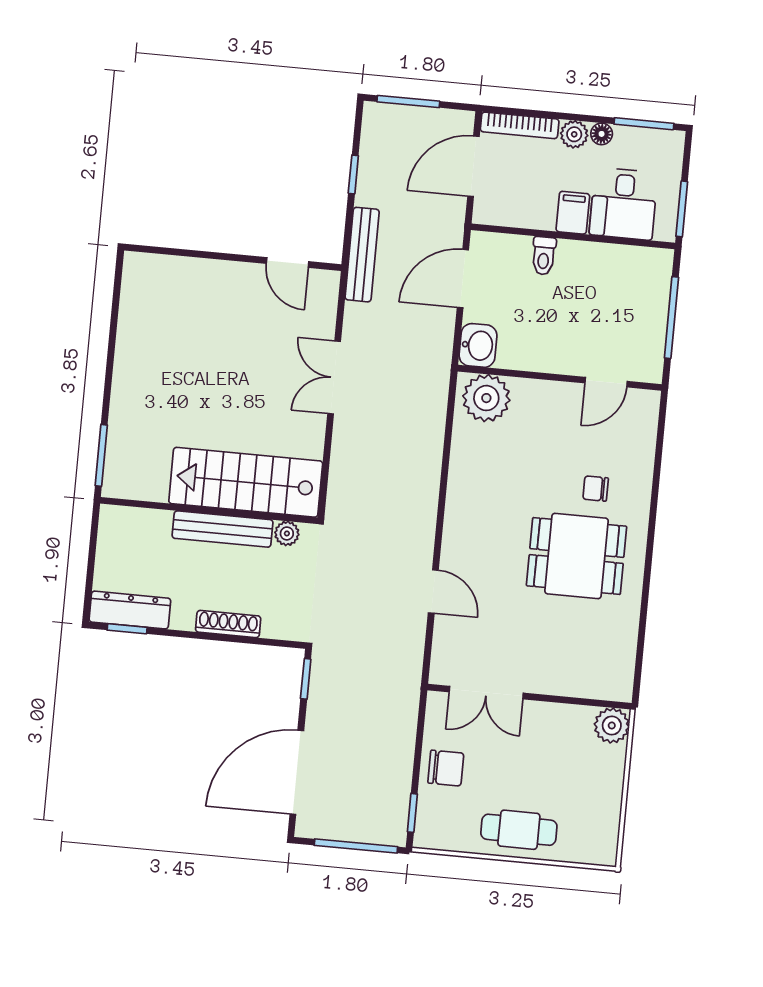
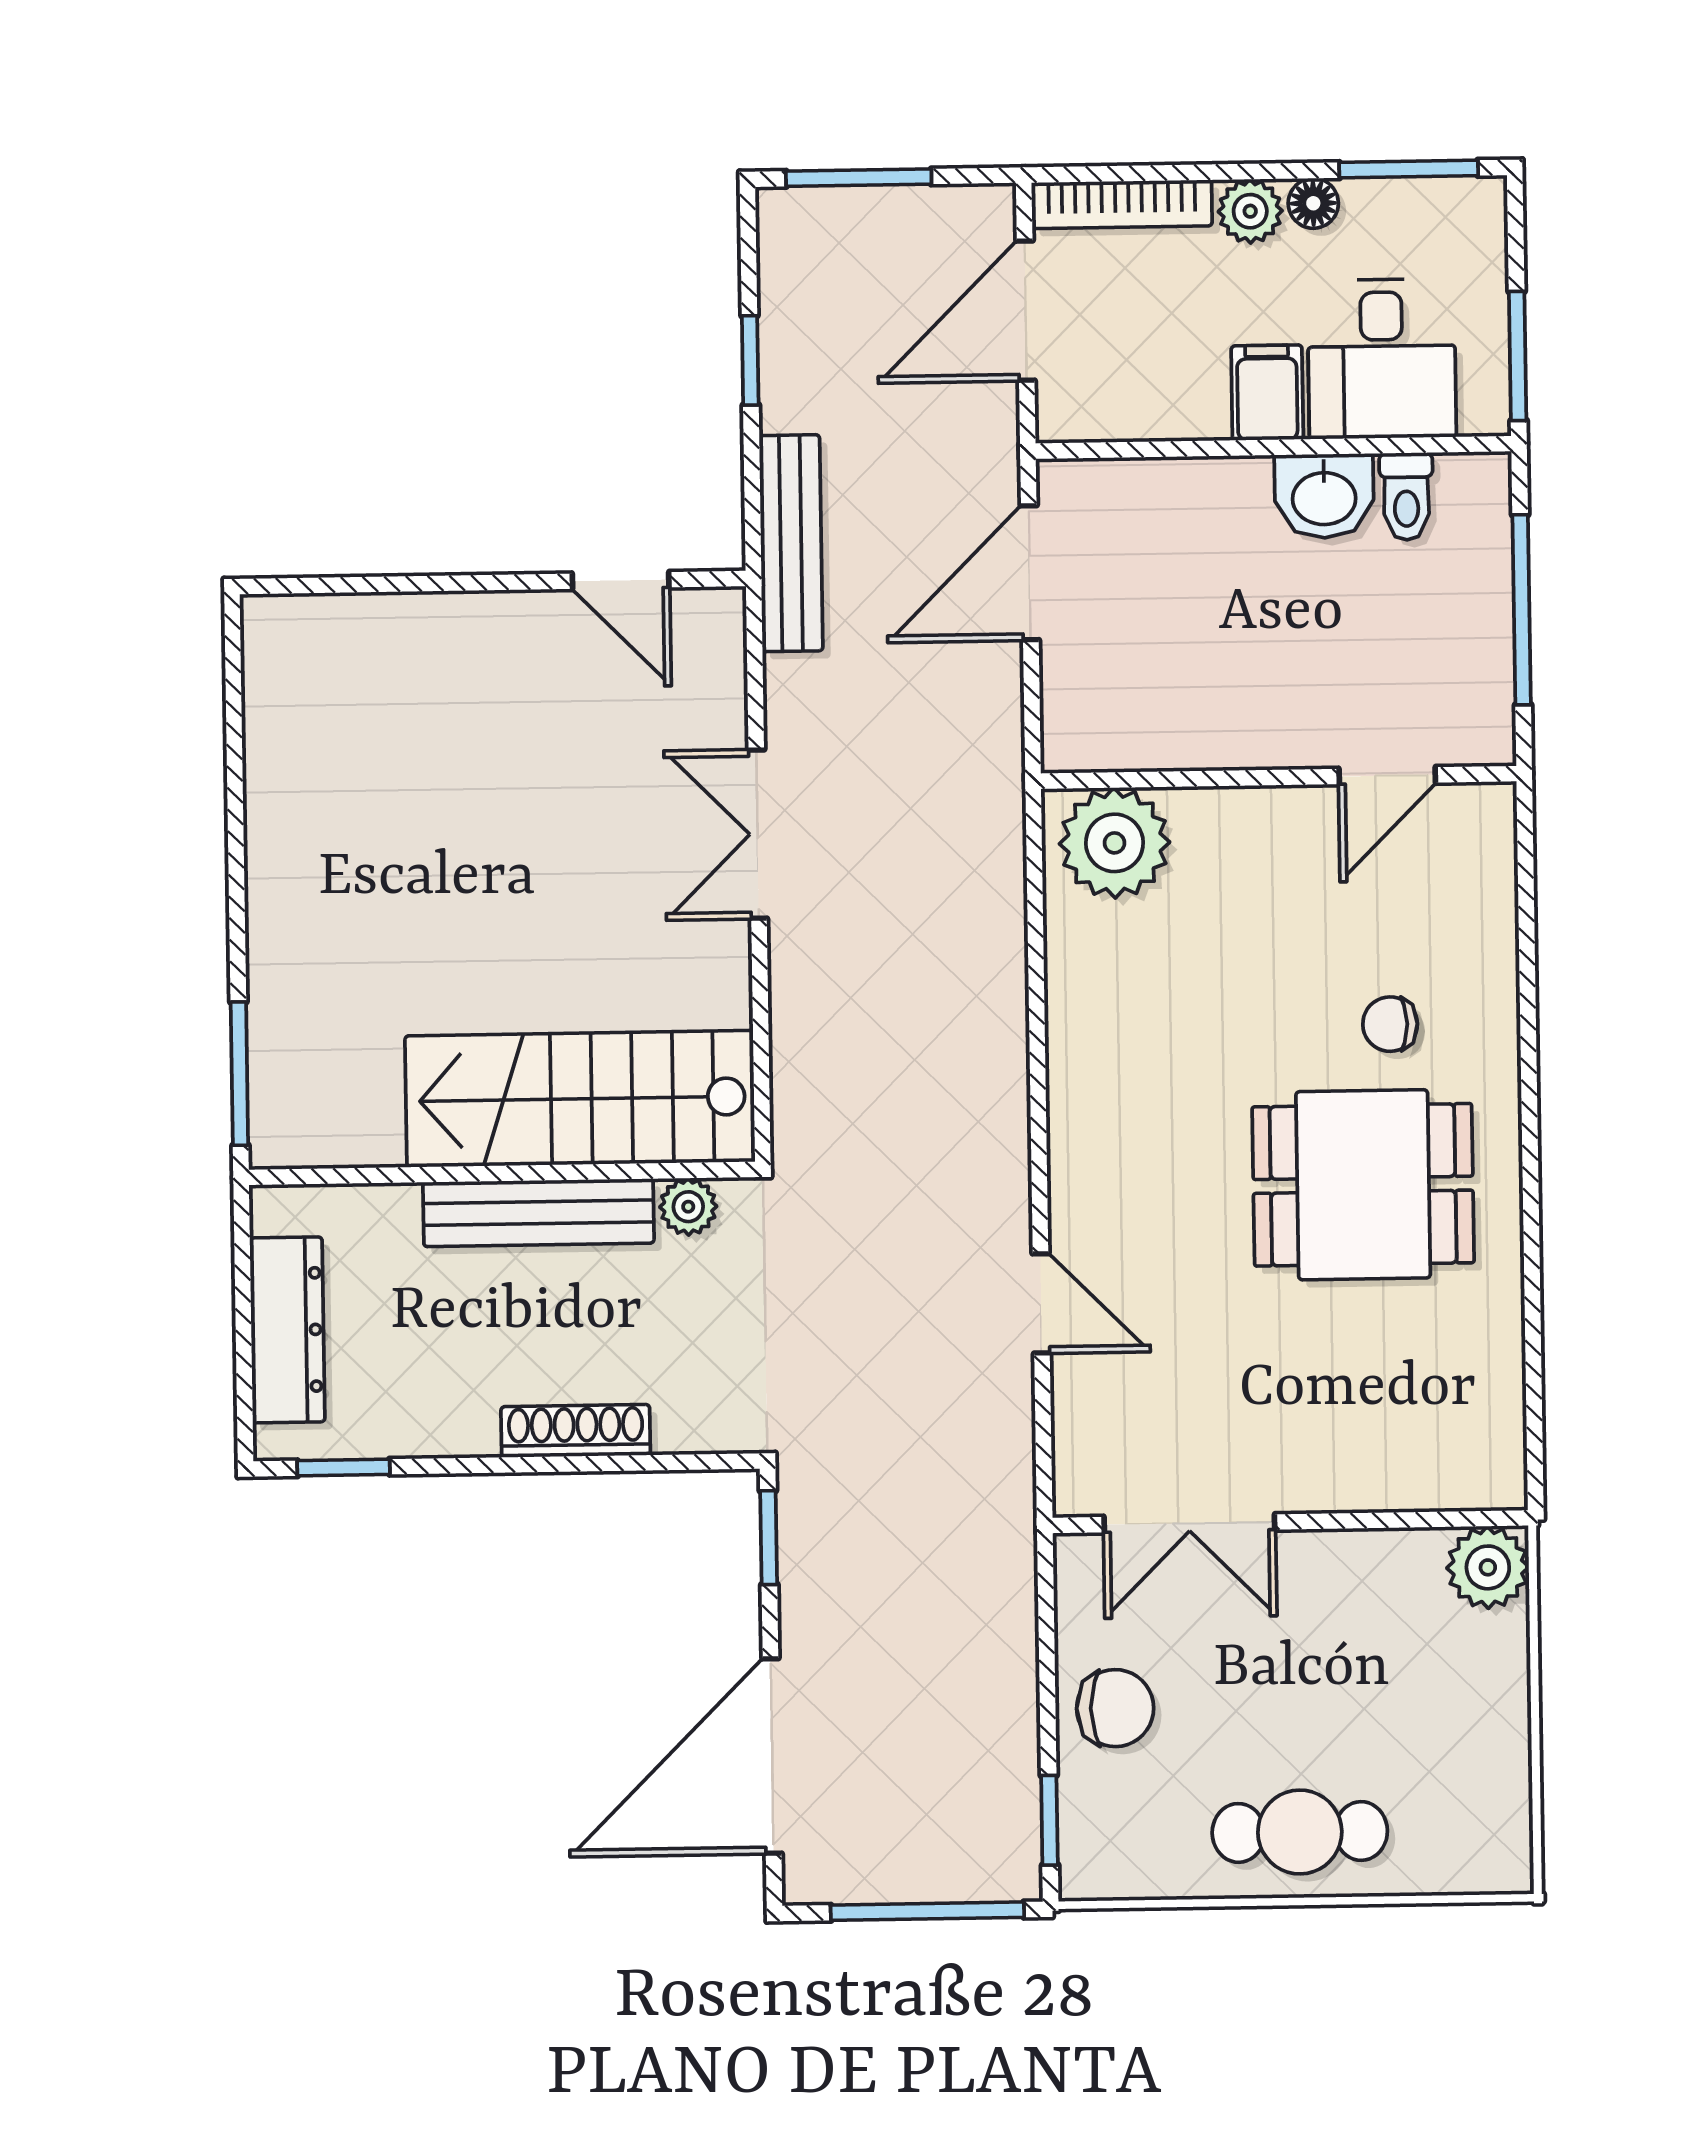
toilet: (544, 256) -> (1406, 496), moved
washbasin: (478, 345) -> (1324, 496), moved, turned 90
dresser: (130, 610) -> (287, 1330), moved, turned 90

